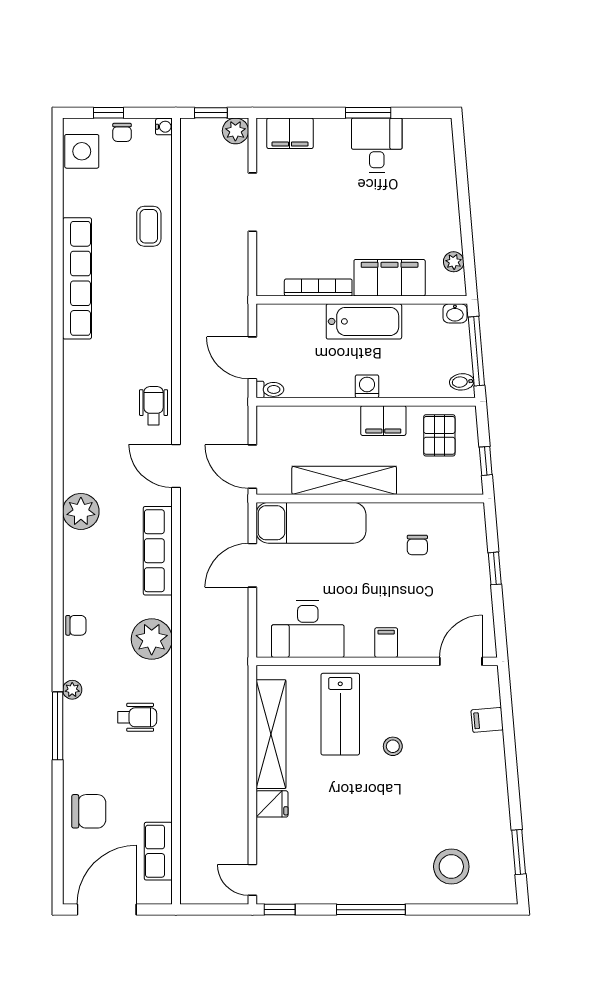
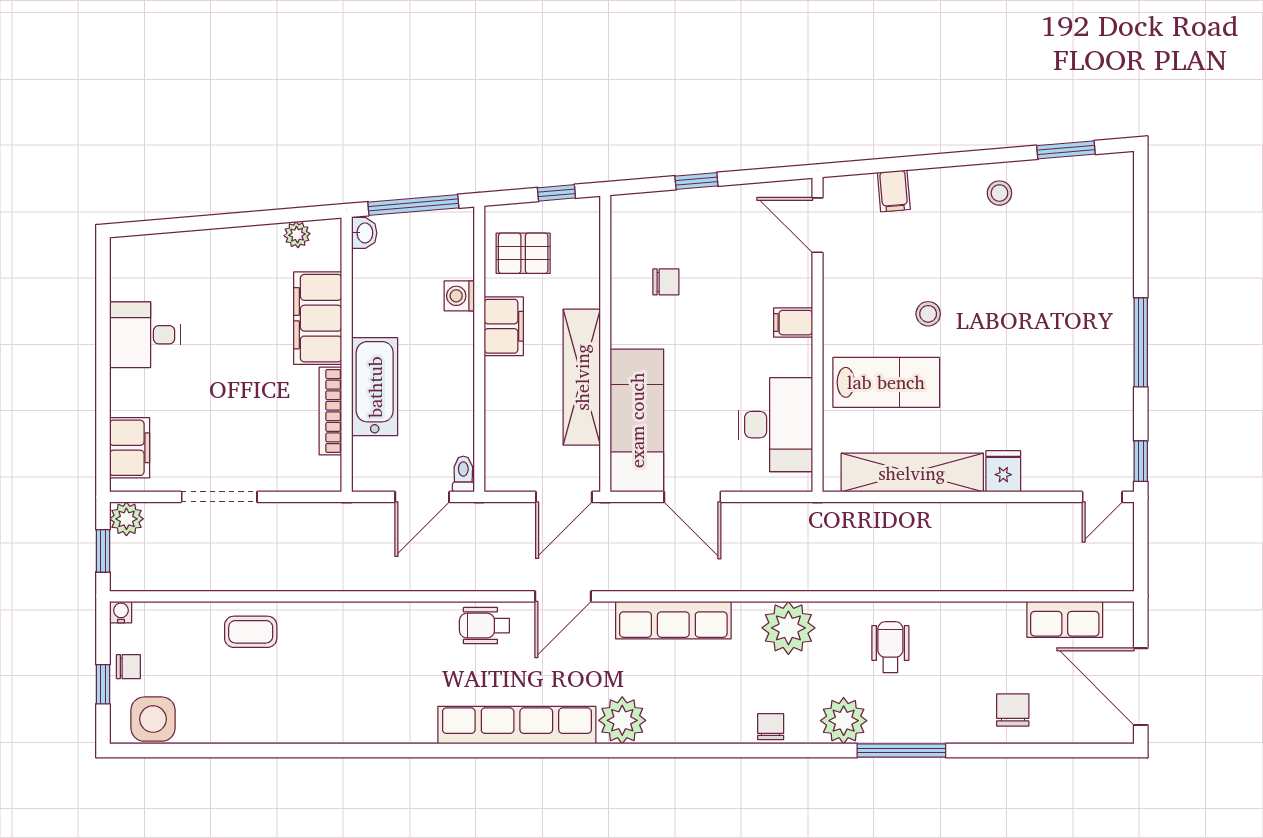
window: (368, 113) -> (103, 346), removed
row of seats: (77, 278) -> (517, 725), moved
bathtub: (364, 321) -> (375, 387), moved
bidet: (462, 382) -> (453, 224), removed
washing machine: (367, 386) -> (459, 296), moved
plant: (72, 690) -> (844, 721), width x1.87, depth x1.87
chair: (89, 811) -> (1013, 710), width x0.73, depth x0.73
stool: (451, 867) -> (999, 193), moved, width x0.53, depth x0.53

